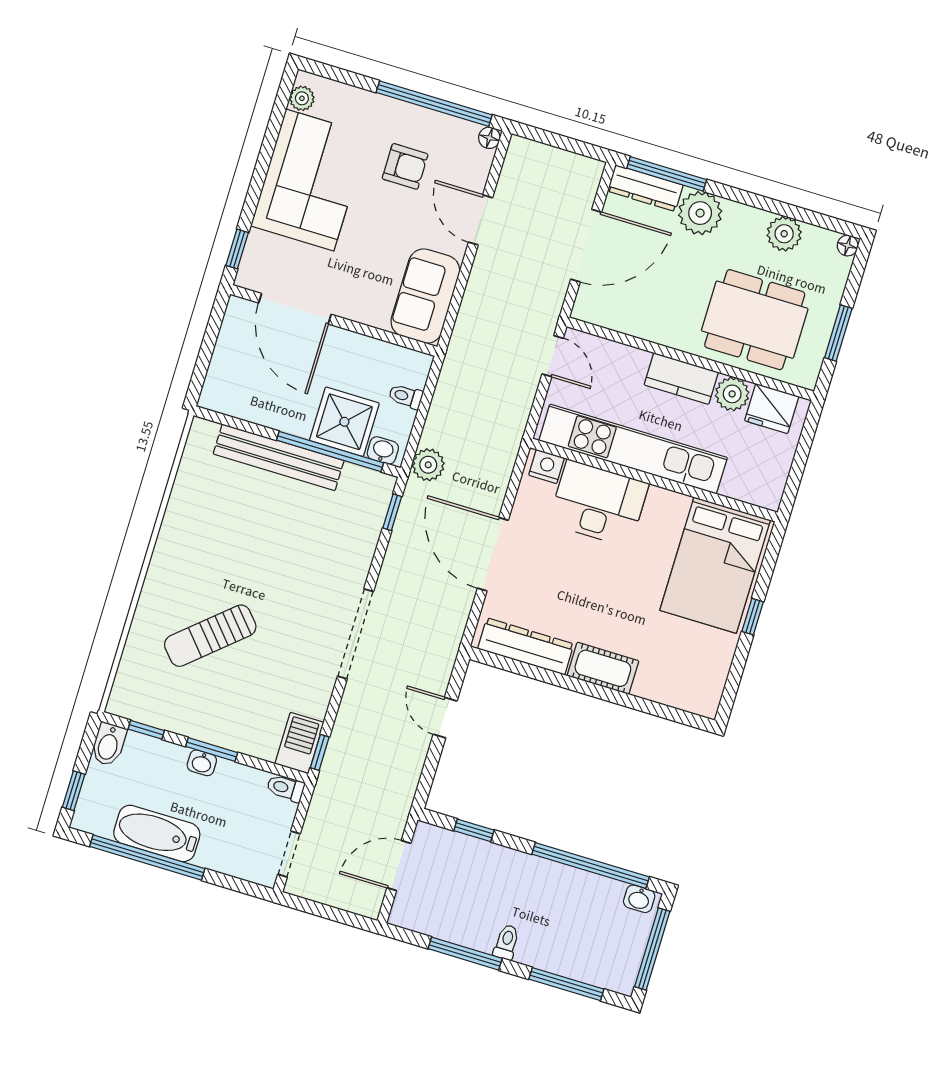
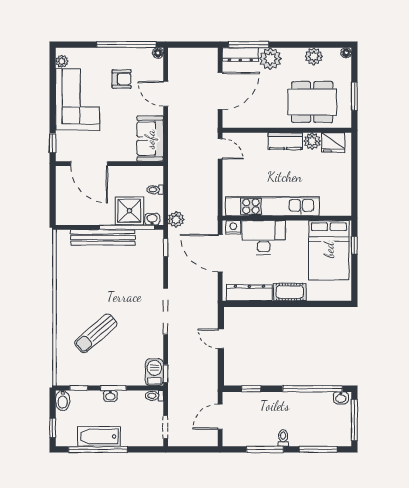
kitchen unit: (633, 449) -> (272, 206), moved
nightstand: (547, 467) -> (233, 227), moved
wall: (654, 480) -> (287, 218), moved
desk: (598, 503) -> (264, 238), moved
bed: (715, 565) -> (329, 250), moved

